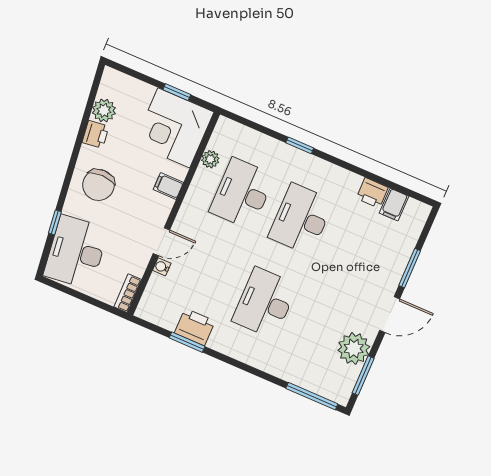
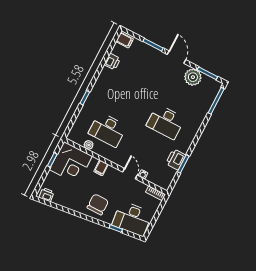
plant: (104, 110) -> (59, 199), removed
printer: (96, 134) -> (46, 195), moved
chair: (98, 185) -> (98, 204), turned -90
filing cabinet: (394, 205) -> (125, 40), moved
desk: (301, 219) -> (123, 100), removed

